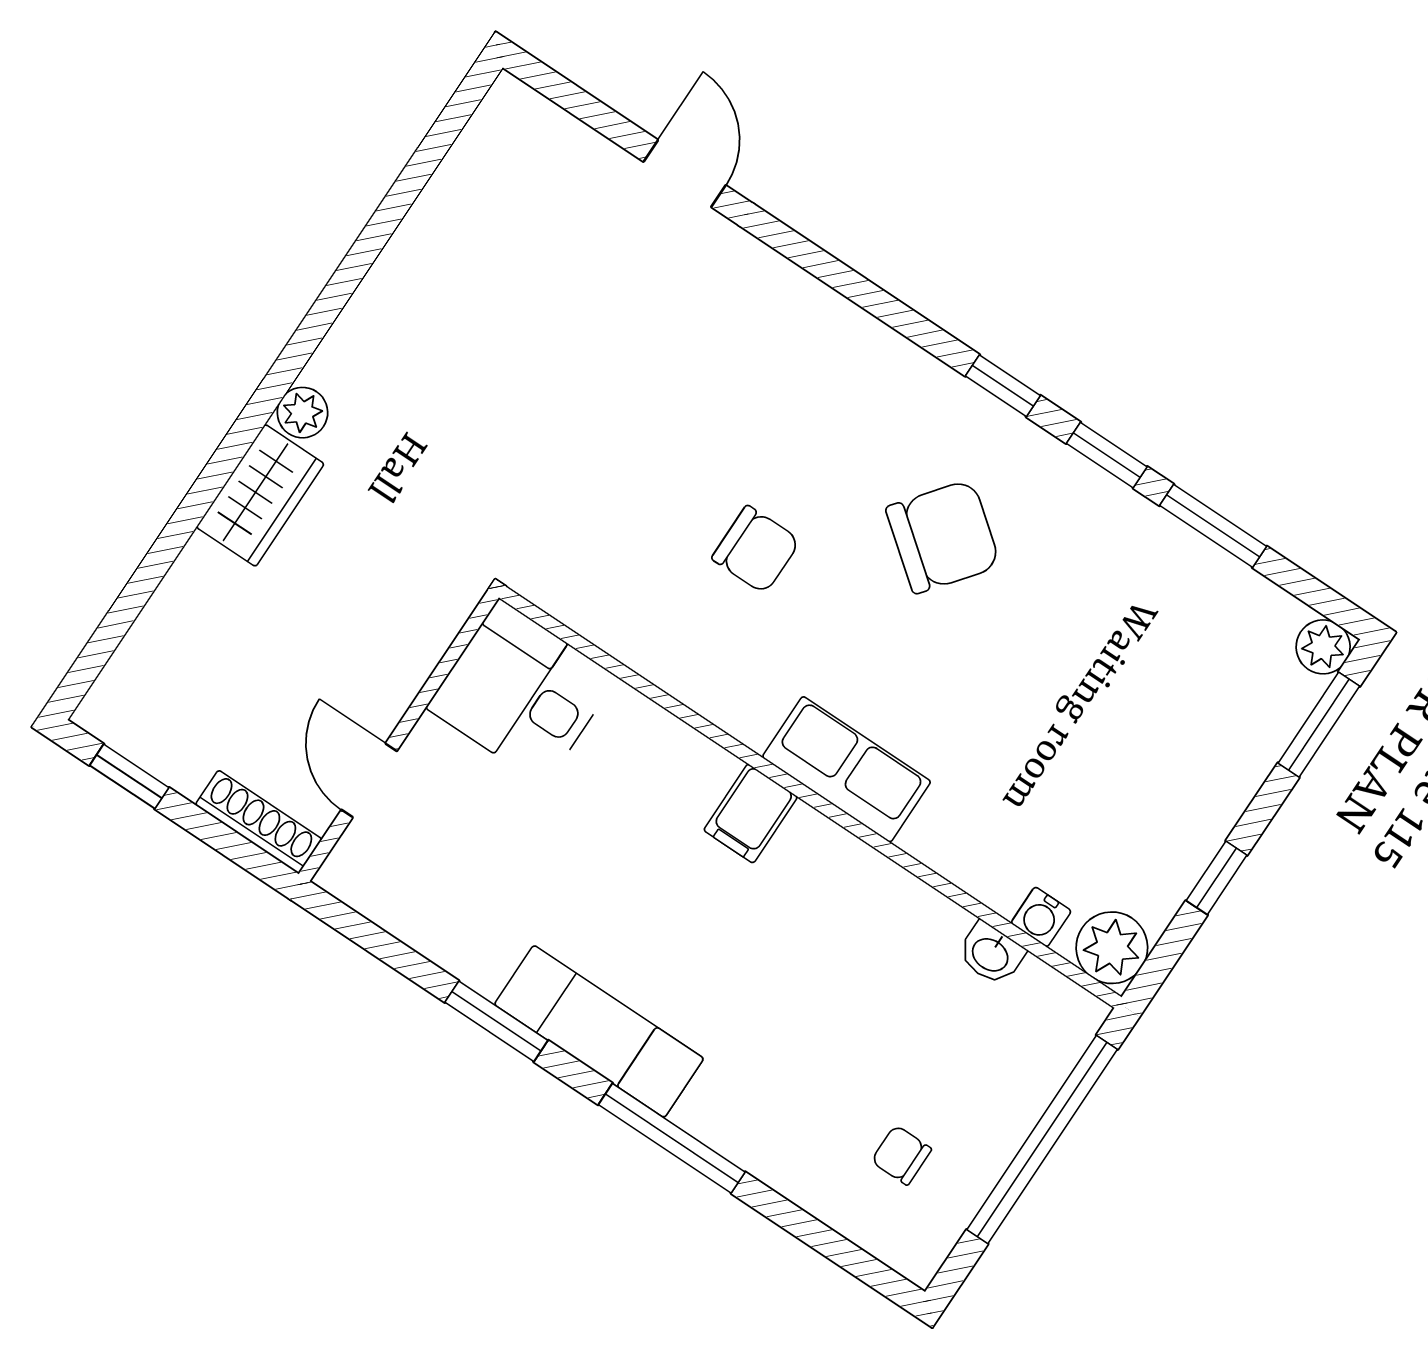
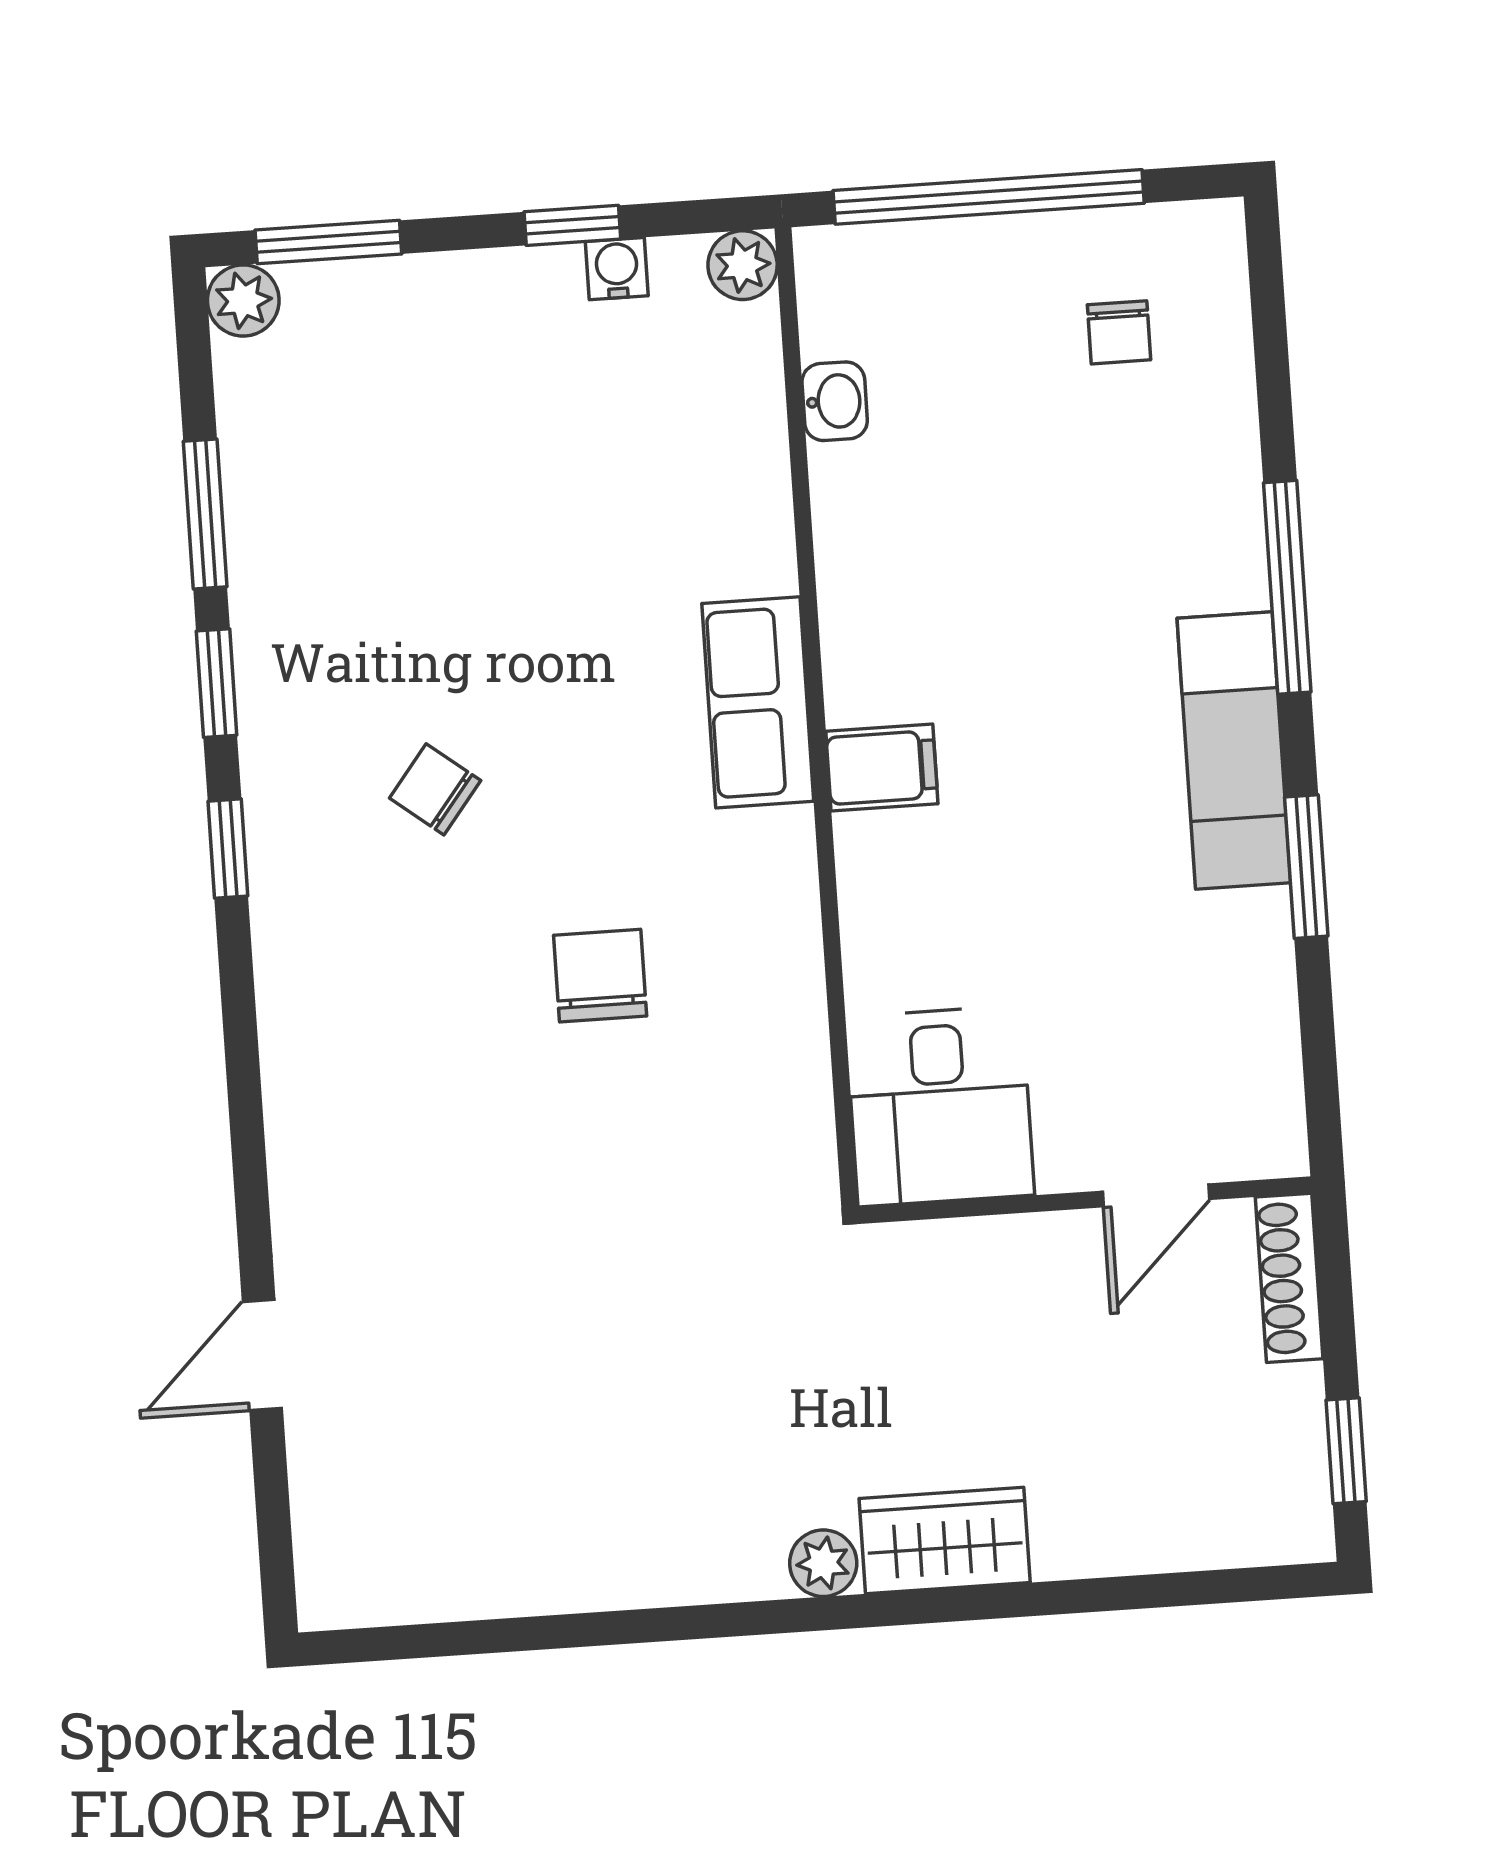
chair: (943, 537) -> (435, 789), width x0.54, depth x0.54
water cooler: (1041, 917) -> (617, 269), moved, turned -90
plant: (1112, 948) -> (743, 265), width x0.73, depth x0.73

